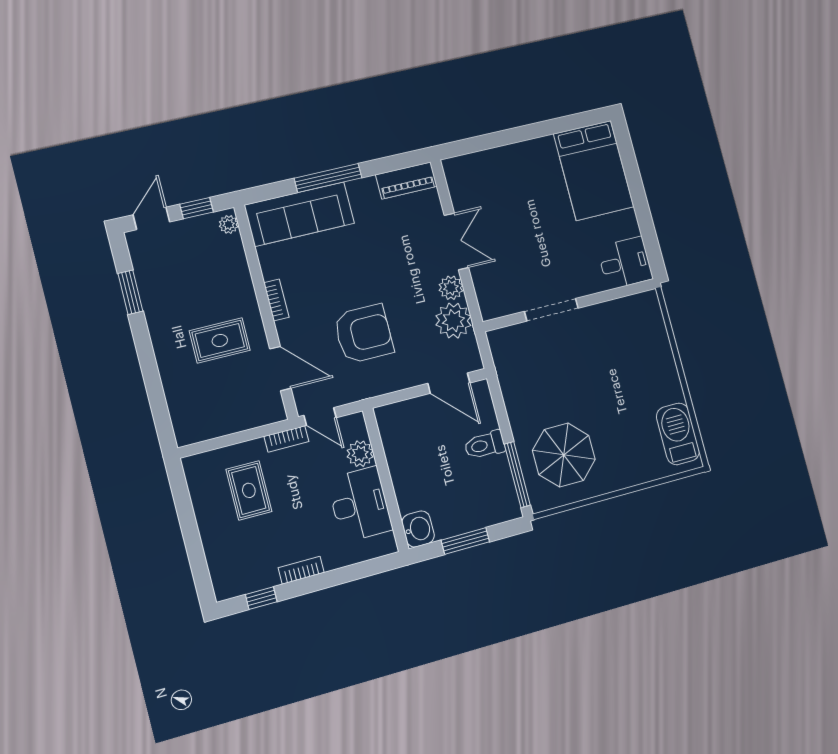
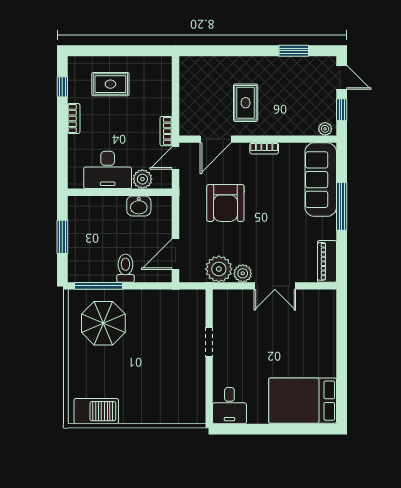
doorway: (551, 310) -> (209, 342), width x0.73
rug: (249, 490) -> (110, 84), moved
washbasin: (418, 529) -> (139, 206), moved

